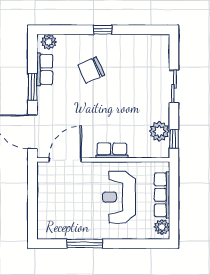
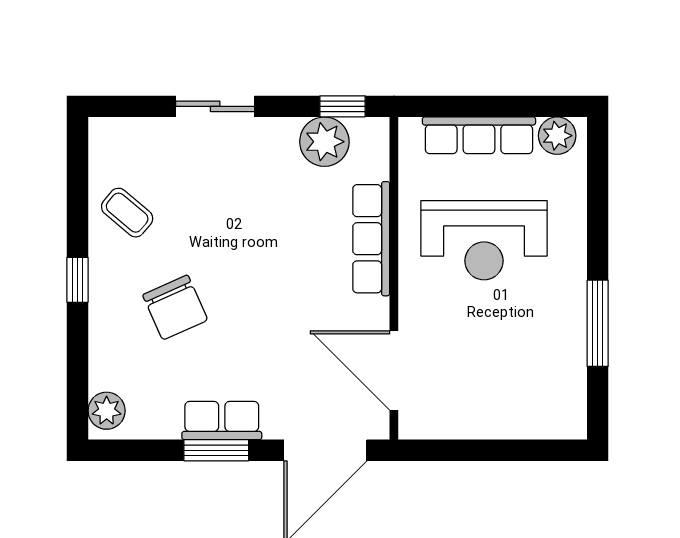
coffee table: (130, 50) -> (127, 213), added
row of seats: (45, 69) -> (222, 421), moved
row of seats: (112, 151) -> (371, 239), width x1.48

